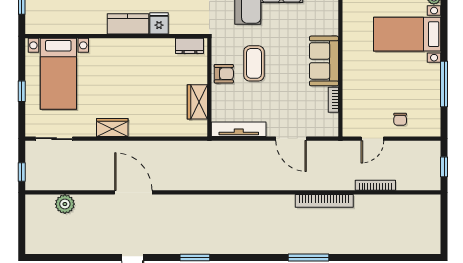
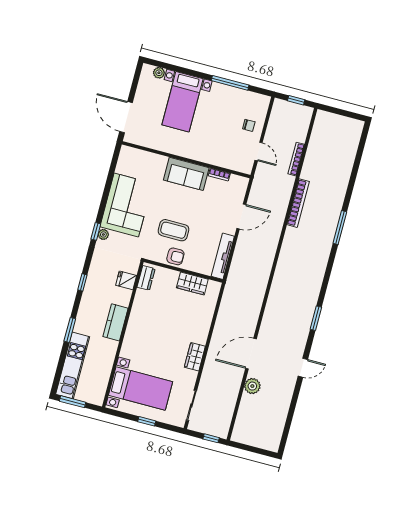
fridge: (159, 23) -> (126, 280), moved
armchair: (224, 74) -> (175, 256), turned 90
plant: (65, 204) -> (252, 386), moved

